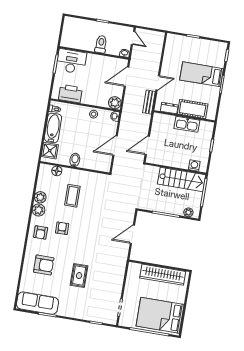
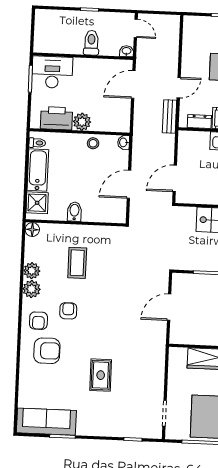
plant: (115, 103) -> (82, 122), moved
floor lamp: (57, 171) -> (32, 230), moved
armchair: (44, 265) -> (47, 351), moved

